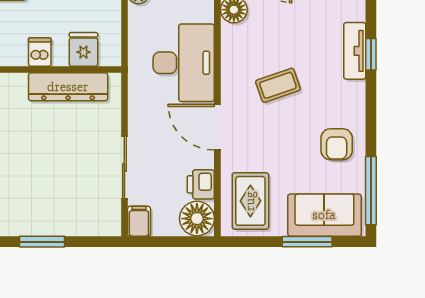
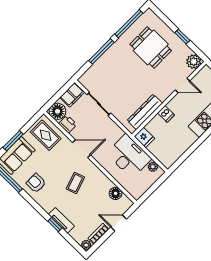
fridge: (83, 49) -> (144, 137), moved
desk: (184, 63) -> (129, 156), moved, turned 180
filing cabinet: (139, 221) -> (72, 95), width x2.00
window: (42, 242) -> (101, 51), width x1.44

